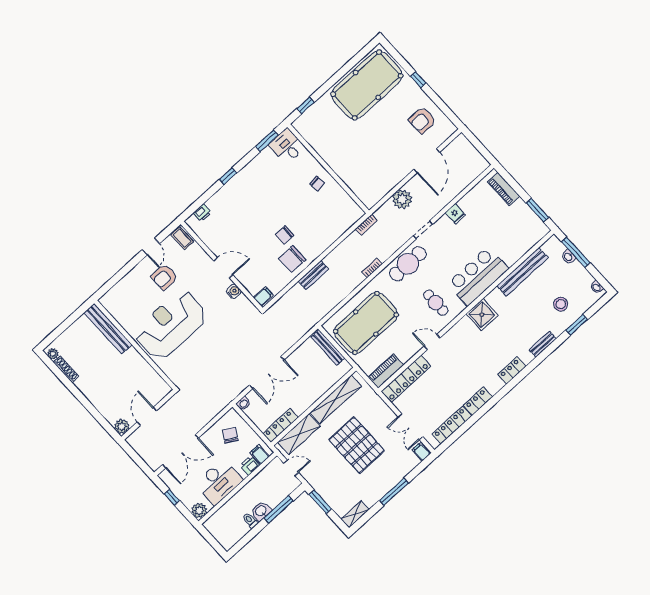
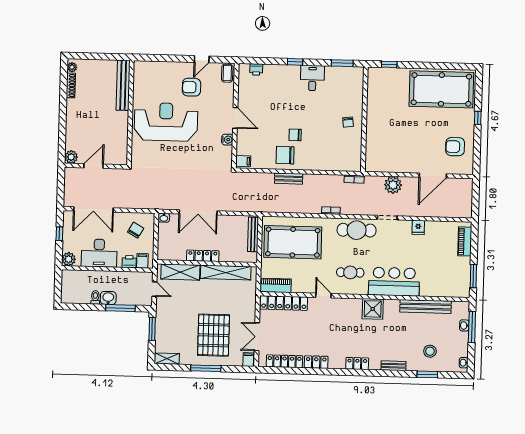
desk: (287, 146) -> (312, 78), moved
cafe table: (436, 303) -> (350, 272), turned 90
locker: (280, 426) -> (203, 256), moved
pallet: (357, 445) -> (214, 335), moved

